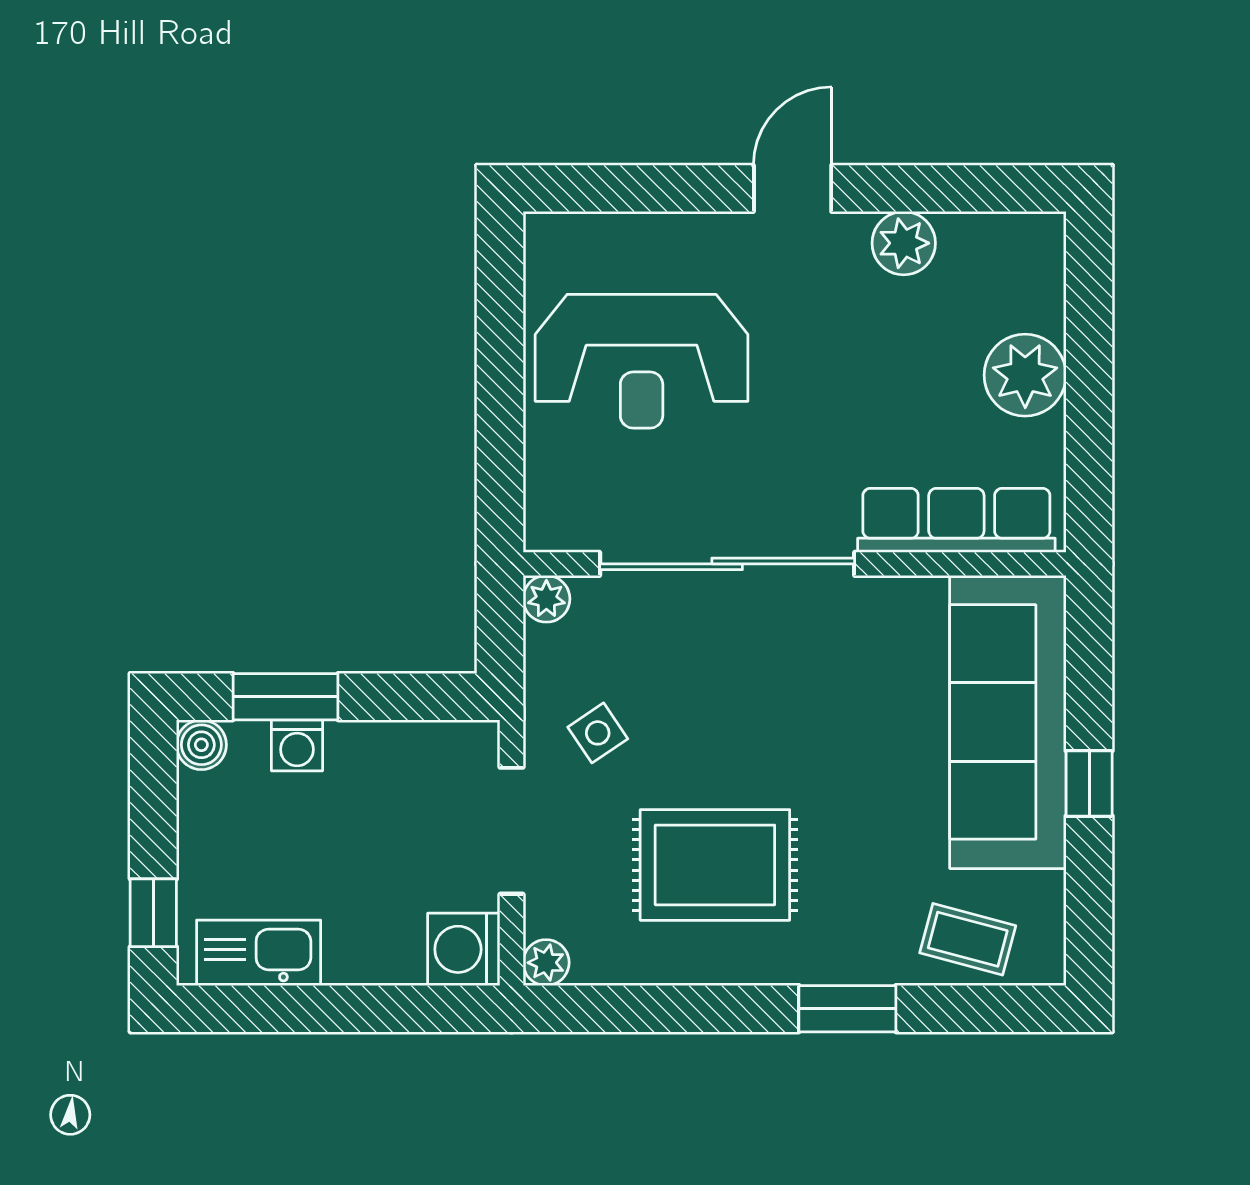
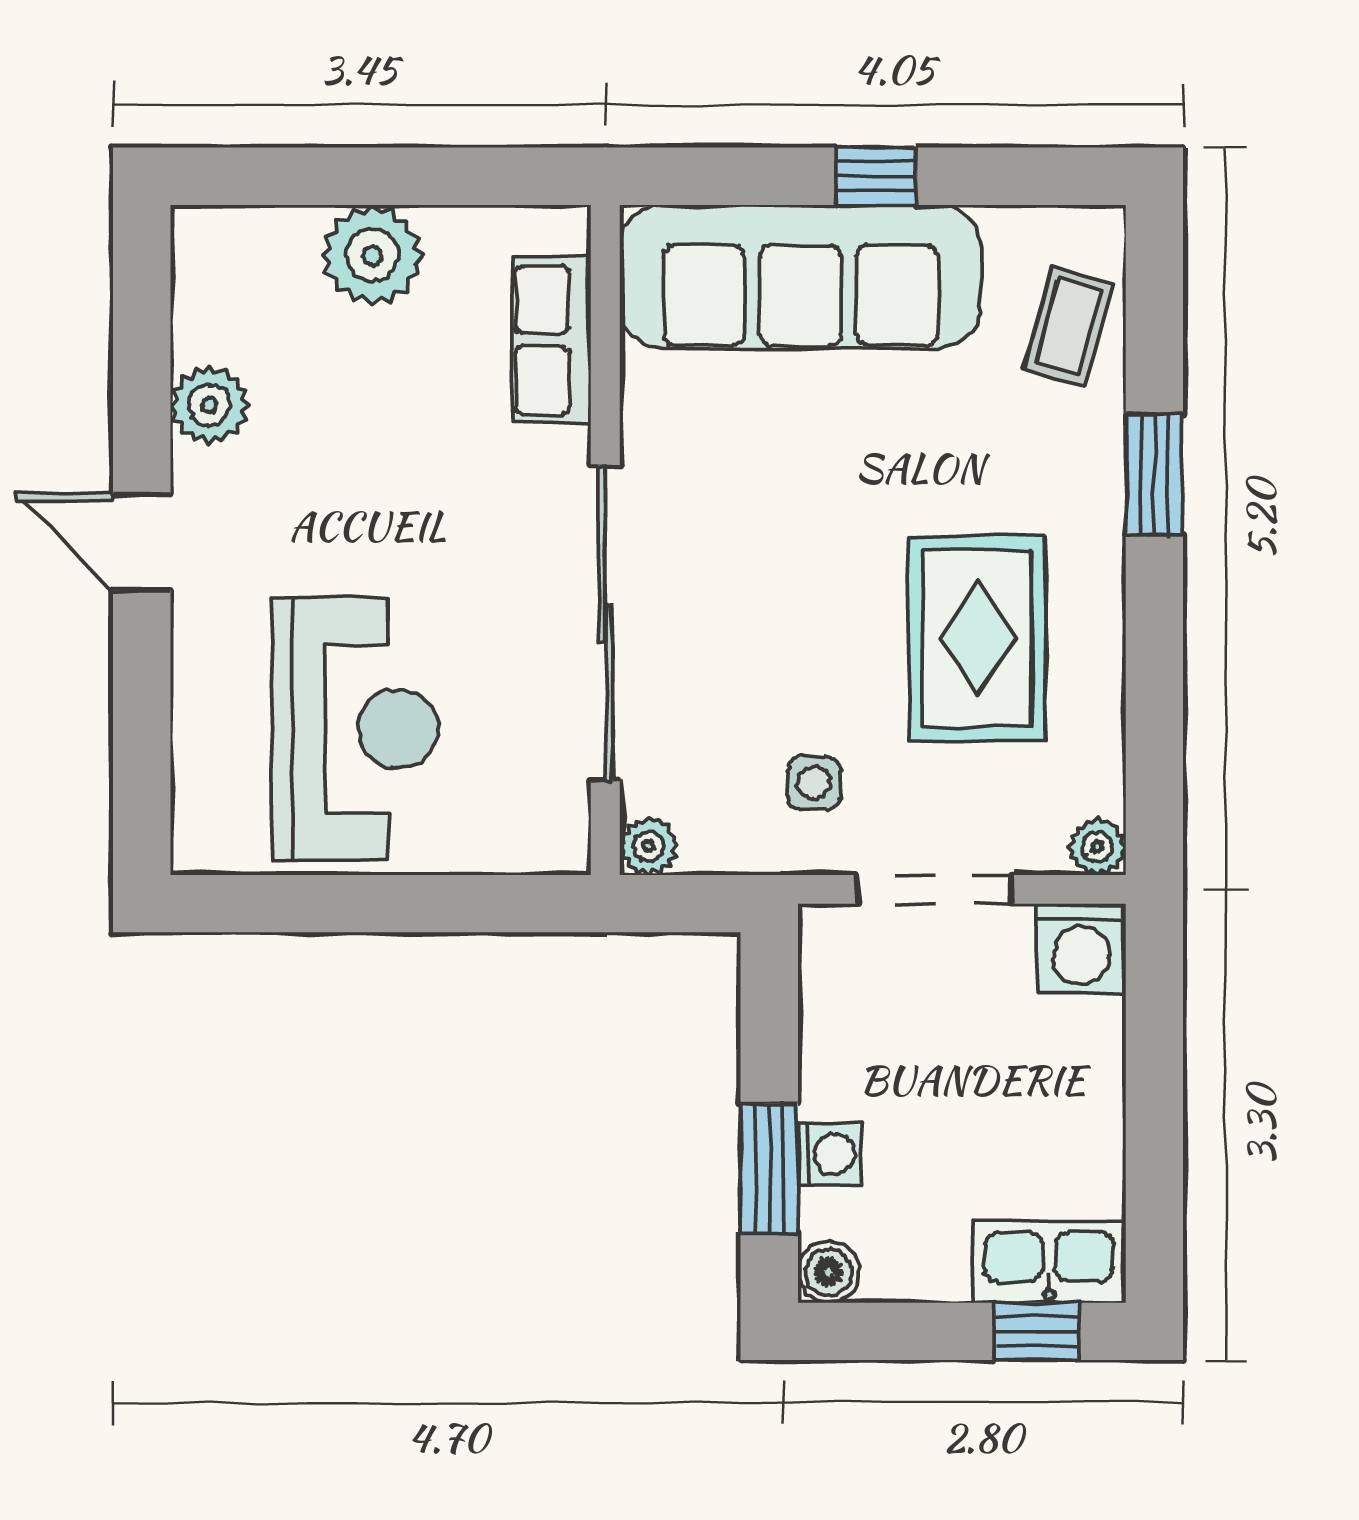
row of seats: (956, 520) -> (552, 340), width x0.68
side table: (598, 733) -> (814, 783), turned 34
kitchen sink: (259, 953) -> (1049, 1263), moved, turned 90

